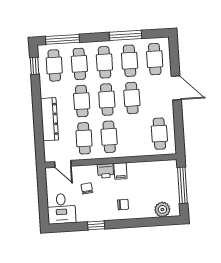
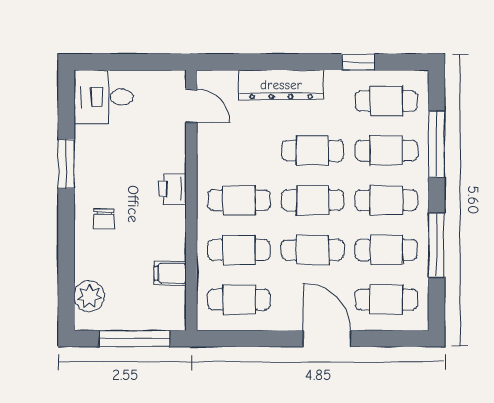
window: (63, 39) -> (437, 144), moved
window: (34, 66) -> (358, 62), moved
door: (176, 88) -> (327, 338), swing flipped
cafe table: (84, 138) -> (239, 250), moved
door: (63, 164) -> (191, 106), swing flipped
filing cabinet: (120, 171) -> (170, 273), moved
chair: (87, 188) -> (140, 150), removed
window: (96, 225) -> (66, 164), width x1.50

